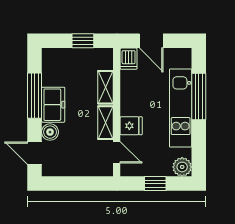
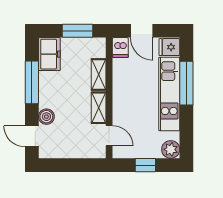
window: (83, 41) -> (77, 31), width x1.50
freezer: (53, 105) -> (49, 54), moved
fridge: (131, 126) -> (169, 47), moved, turned 180

